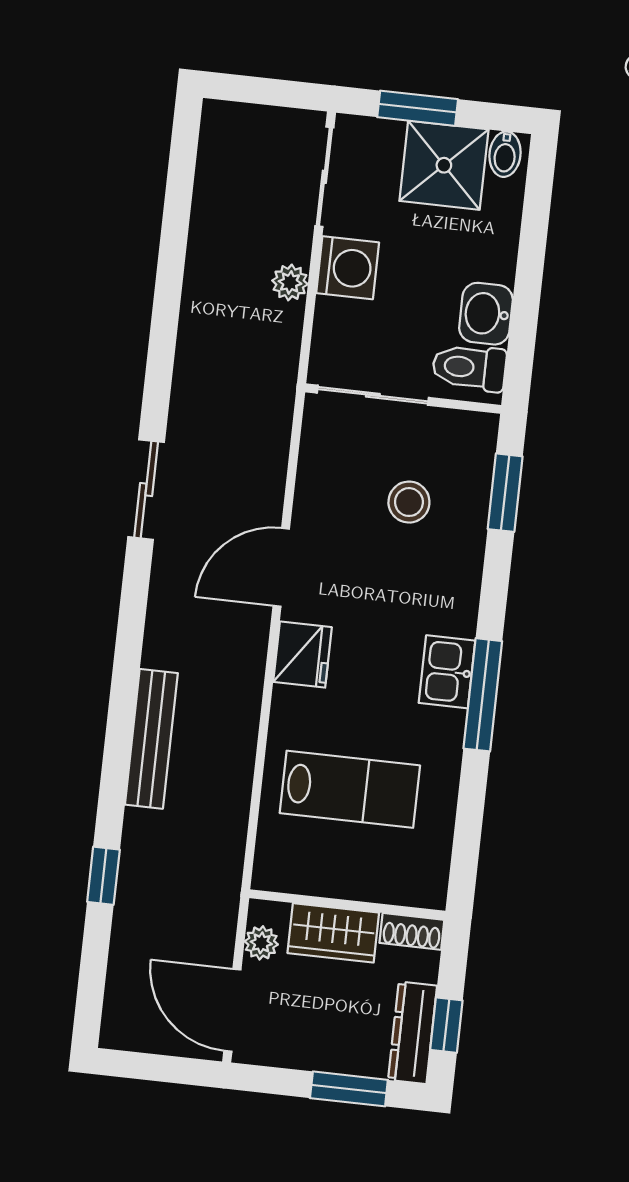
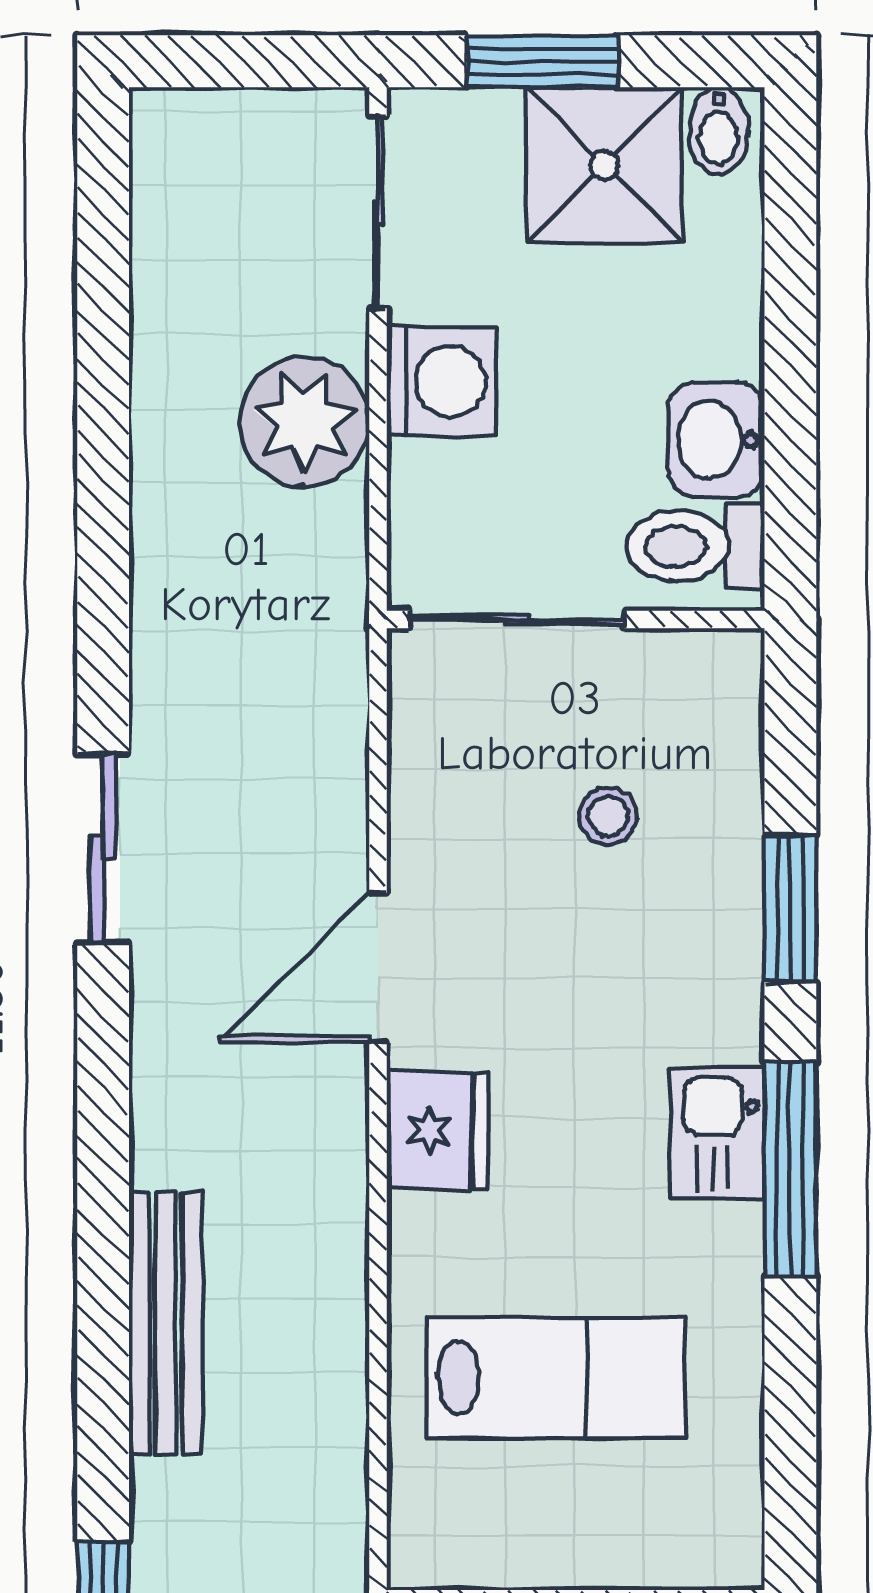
plant: (290, 282) -> (304, 421), width x1.87, depth x1.87
window: (505, 493) -> (790, 908), moved
stool: (409, 502) -> (608, 816), width x0.73, depth x0.73

